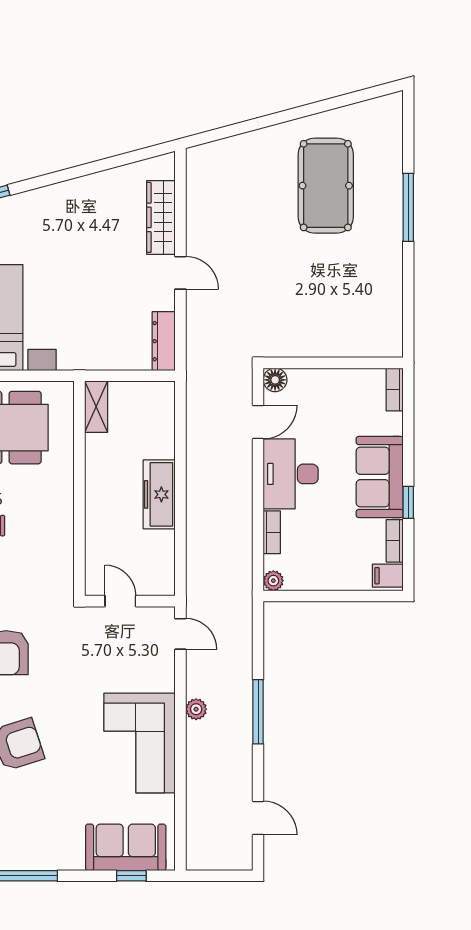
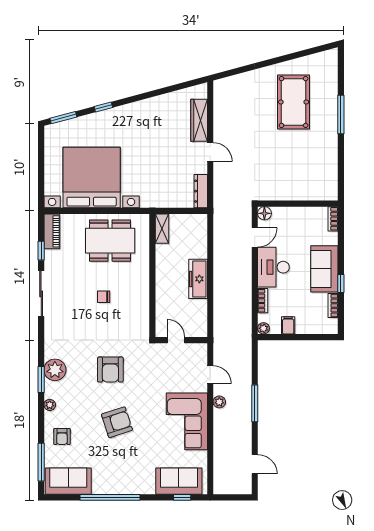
filing cabinet: (388, 576) -> (288, 325), moved, turned 90
door: (180, 634) -> (210, 375), moved

